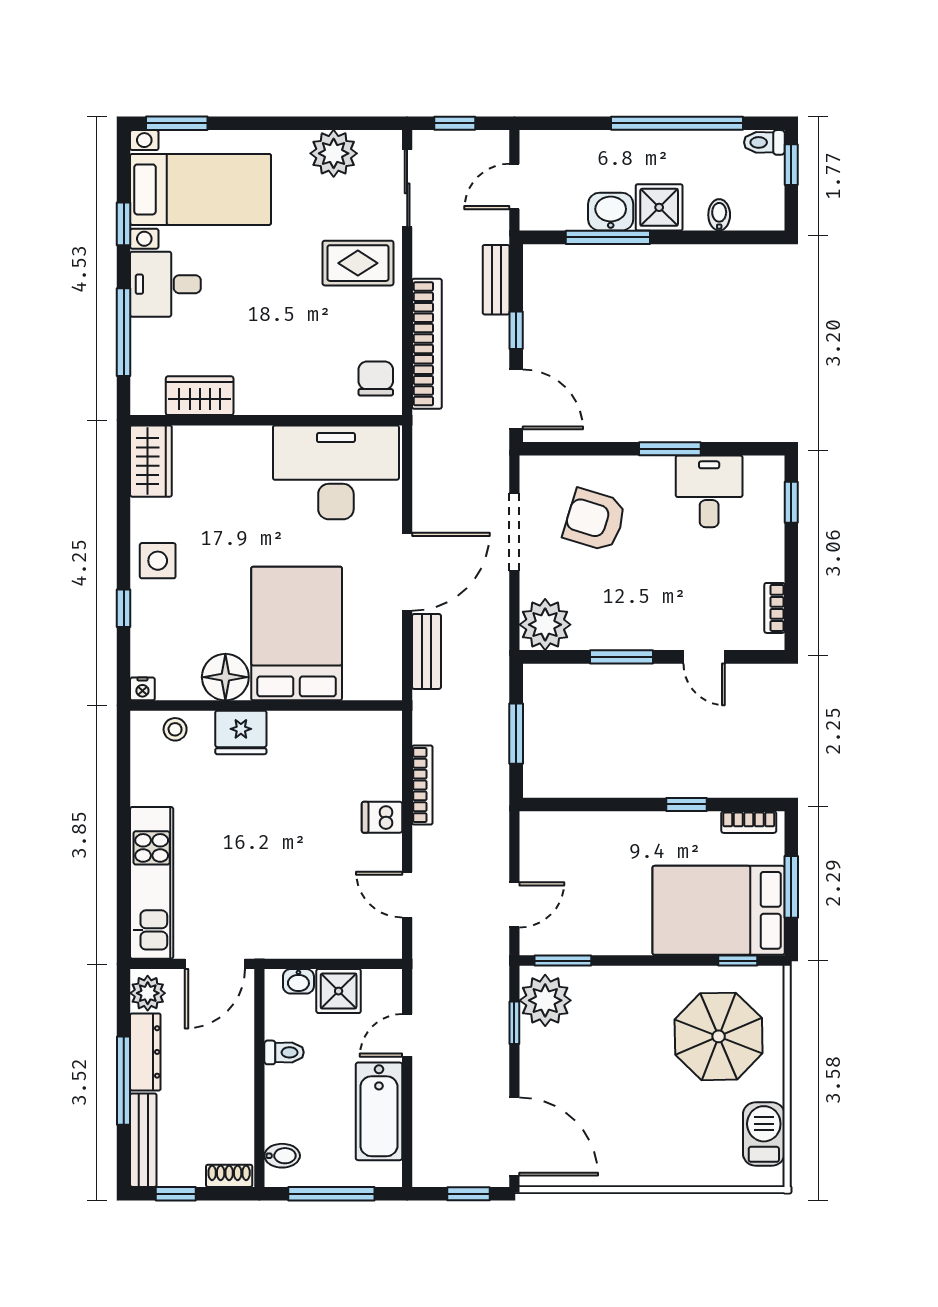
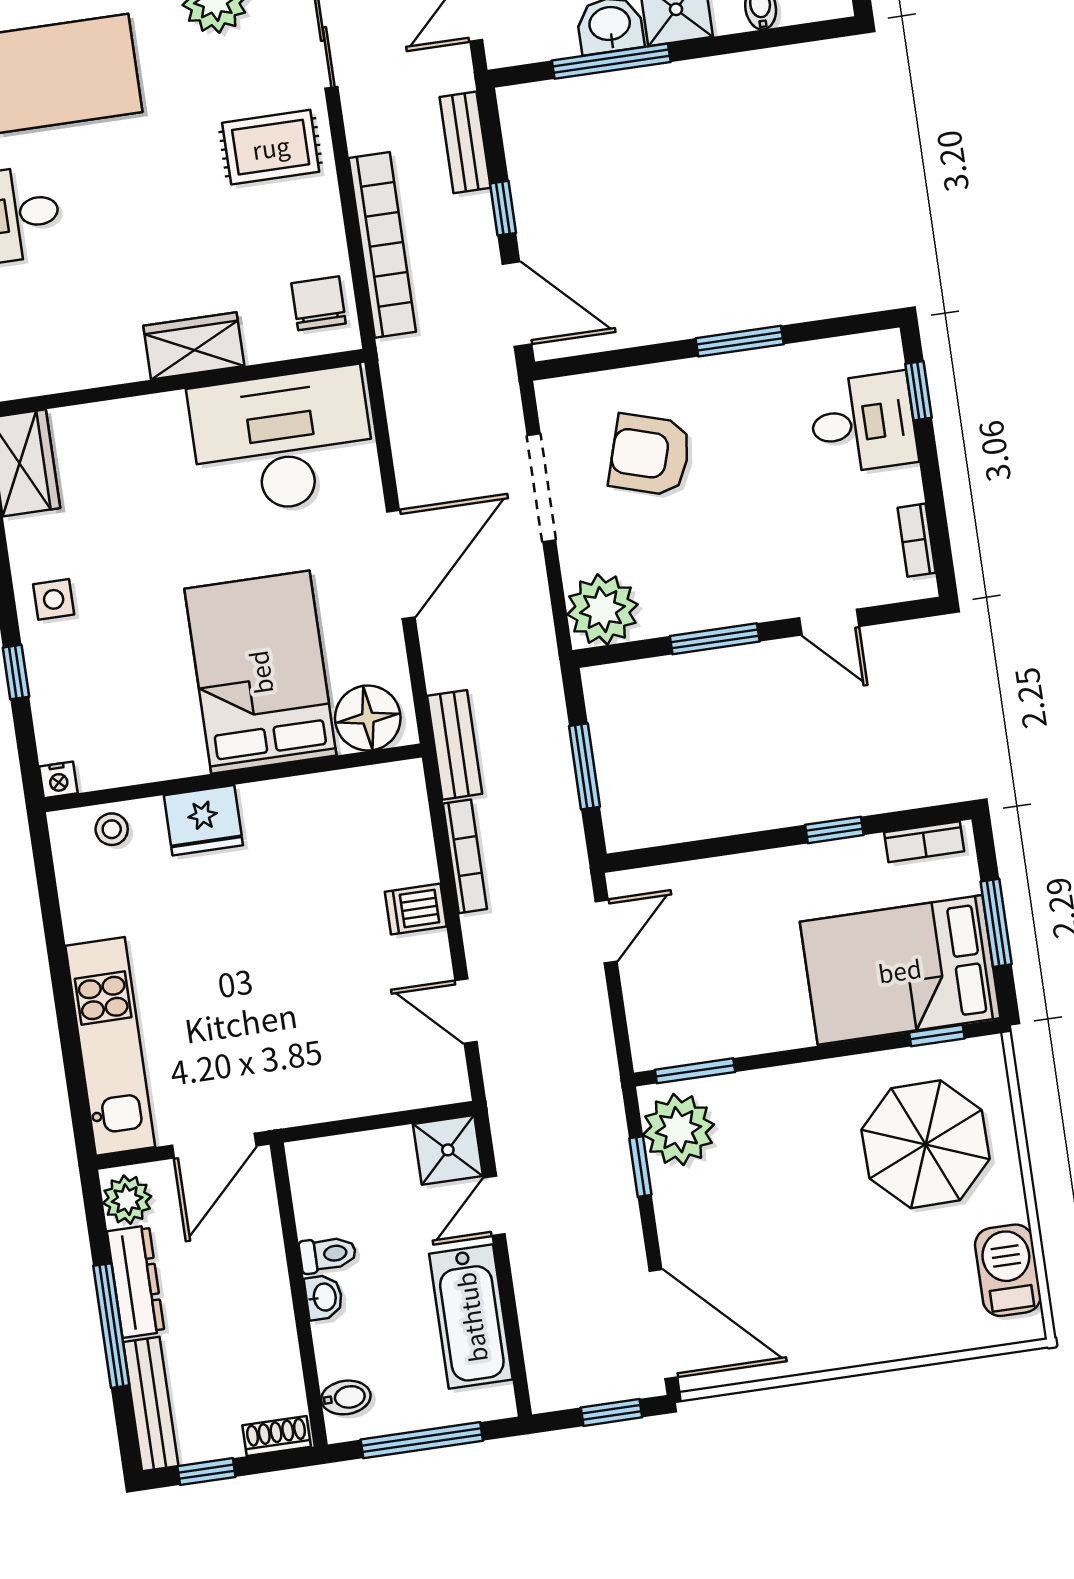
wardrobe: (200, 396) -> (194, 346), moved
desk: (709, 491) -> (863, 423), moved, turned 90
side table: (158, 561) -> (54, 599), width x0.73, depth x0.73
bench: (426, 651) -> (455, 745), moved
floor lamp: (225, 677) -> (368, 718), moved
door: (514, 905) -> (606, 931), moved
washbasin: (298, 981) -> (324, 1297), moved, turned -90
shower: (339, 991) -> (448, 1150), moved

